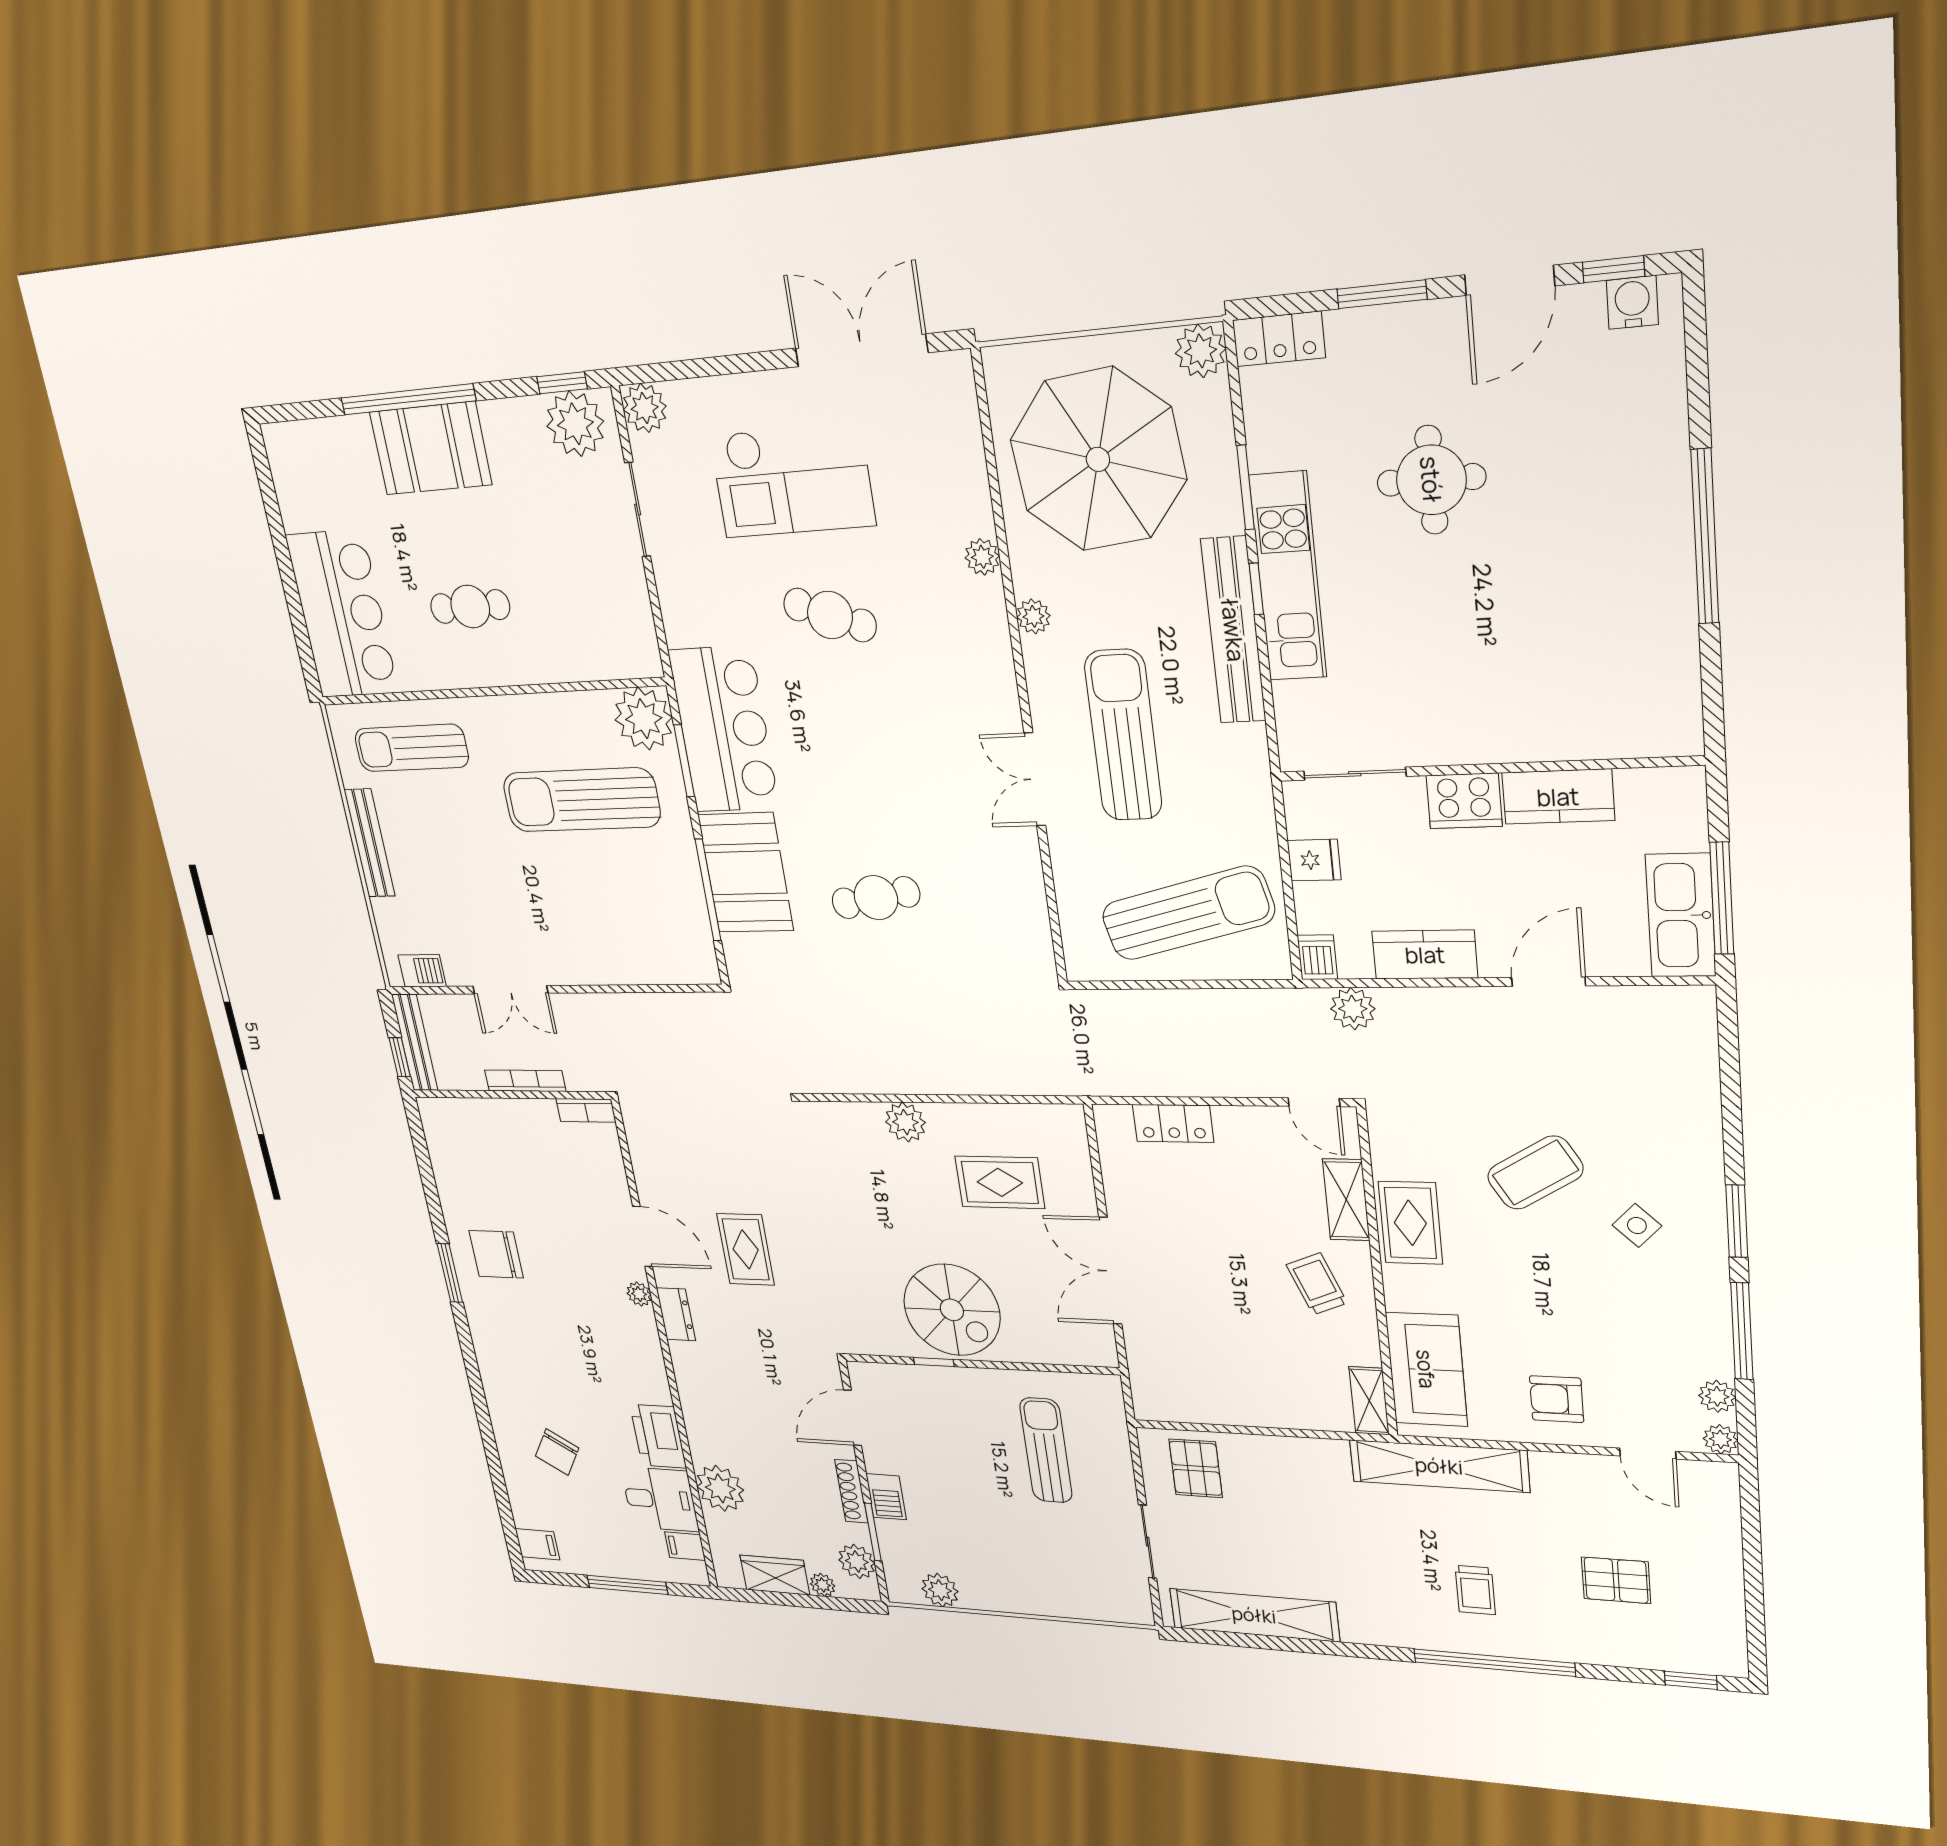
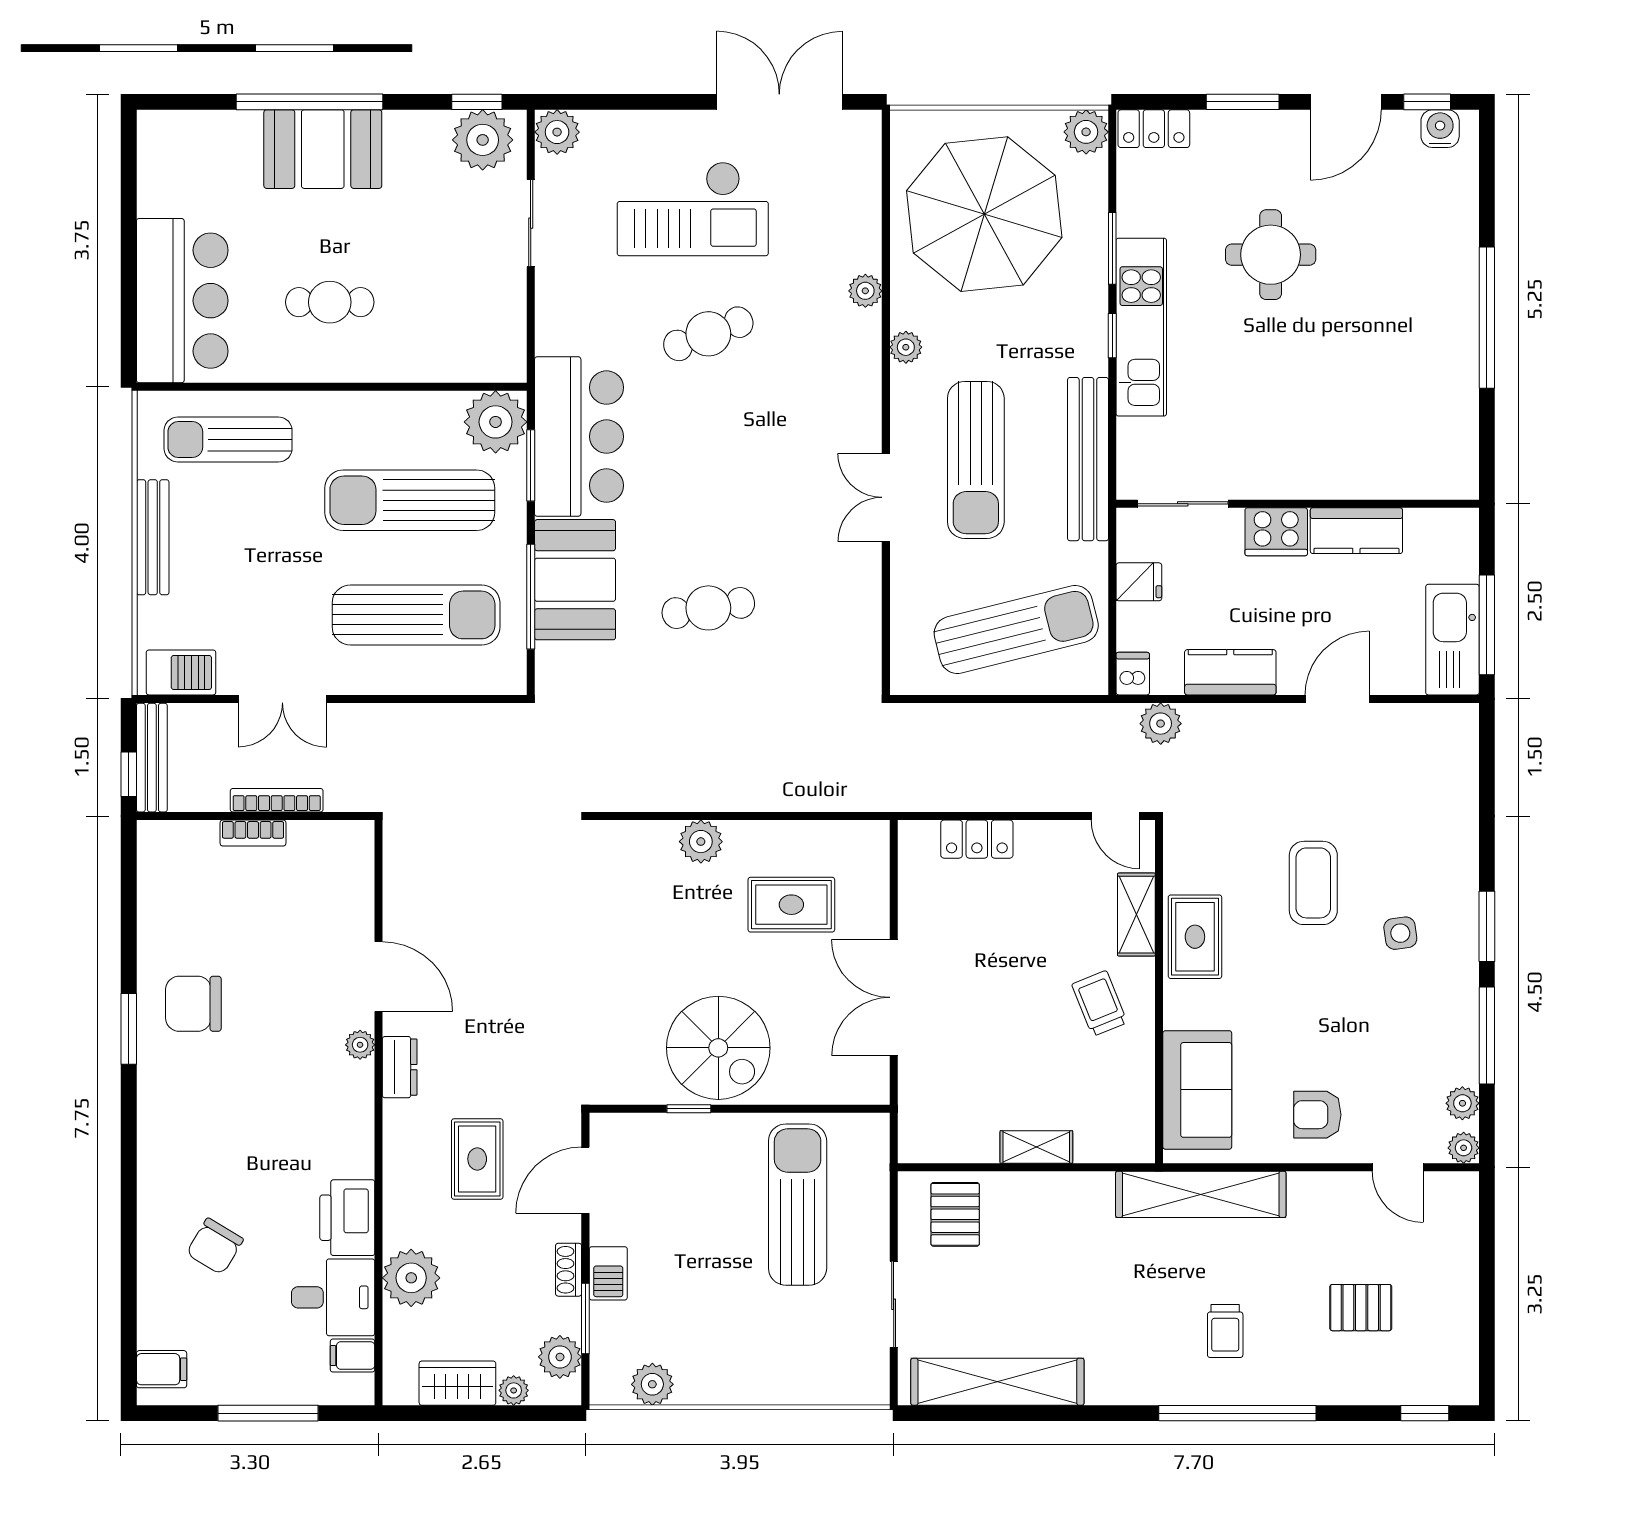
cafe table: (830, 615) -> (708, 334), turned -42
bench: (1233, 630) -> (1088, 459), moved
sun lounger: (1123, 735) -> (976, 460), turned 180
sun lounger: (609, 910) -> (416, 615), added
barbecue: (422, 971) -> (181, 672), width x1.38, depth x1.27
bookcase: (586, 1110) -> (253, 833), moved
coffee table: (1535, 1173) -> (1313, 883), turned -59
side table: (1637, 1225) -> (1400, 933), turned 38
rug: (746, 1249) -> (477, 1159), moved
shelving: (1369, 1401) -> (1036, 1147), moved, turned 90
sun lounger: (1046, 1450) -> (798, 1205), width x1.36, depth x1.34
shoe rack: (851, 1491) -> (569, 1270), width x0.70

